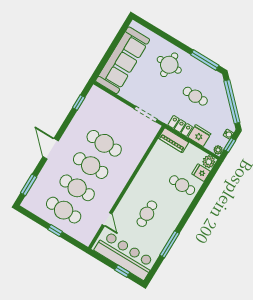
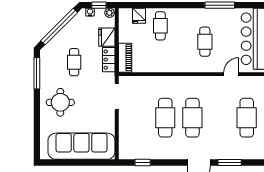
plant: (209, 162) -> (125, 15), removed
window: (29, 185) -> (230, 162), moved
cafe table: (77, 188) -> (220, 118), removed
cafe table: (147, 214) -> (205, 42), turned 90

